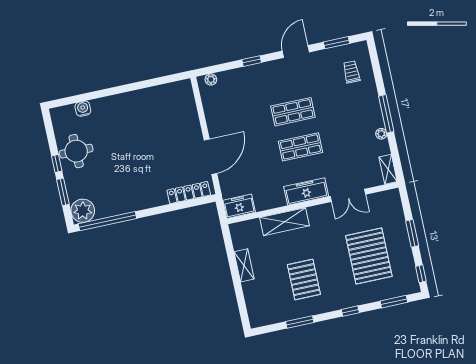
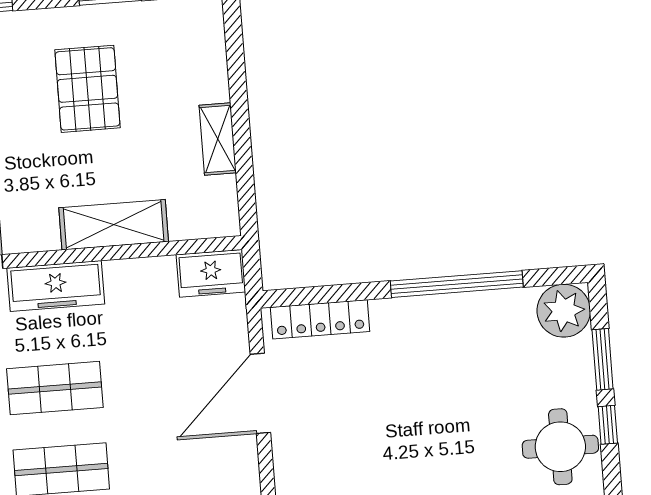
window: (107, 221) -> (457, 284), moved

